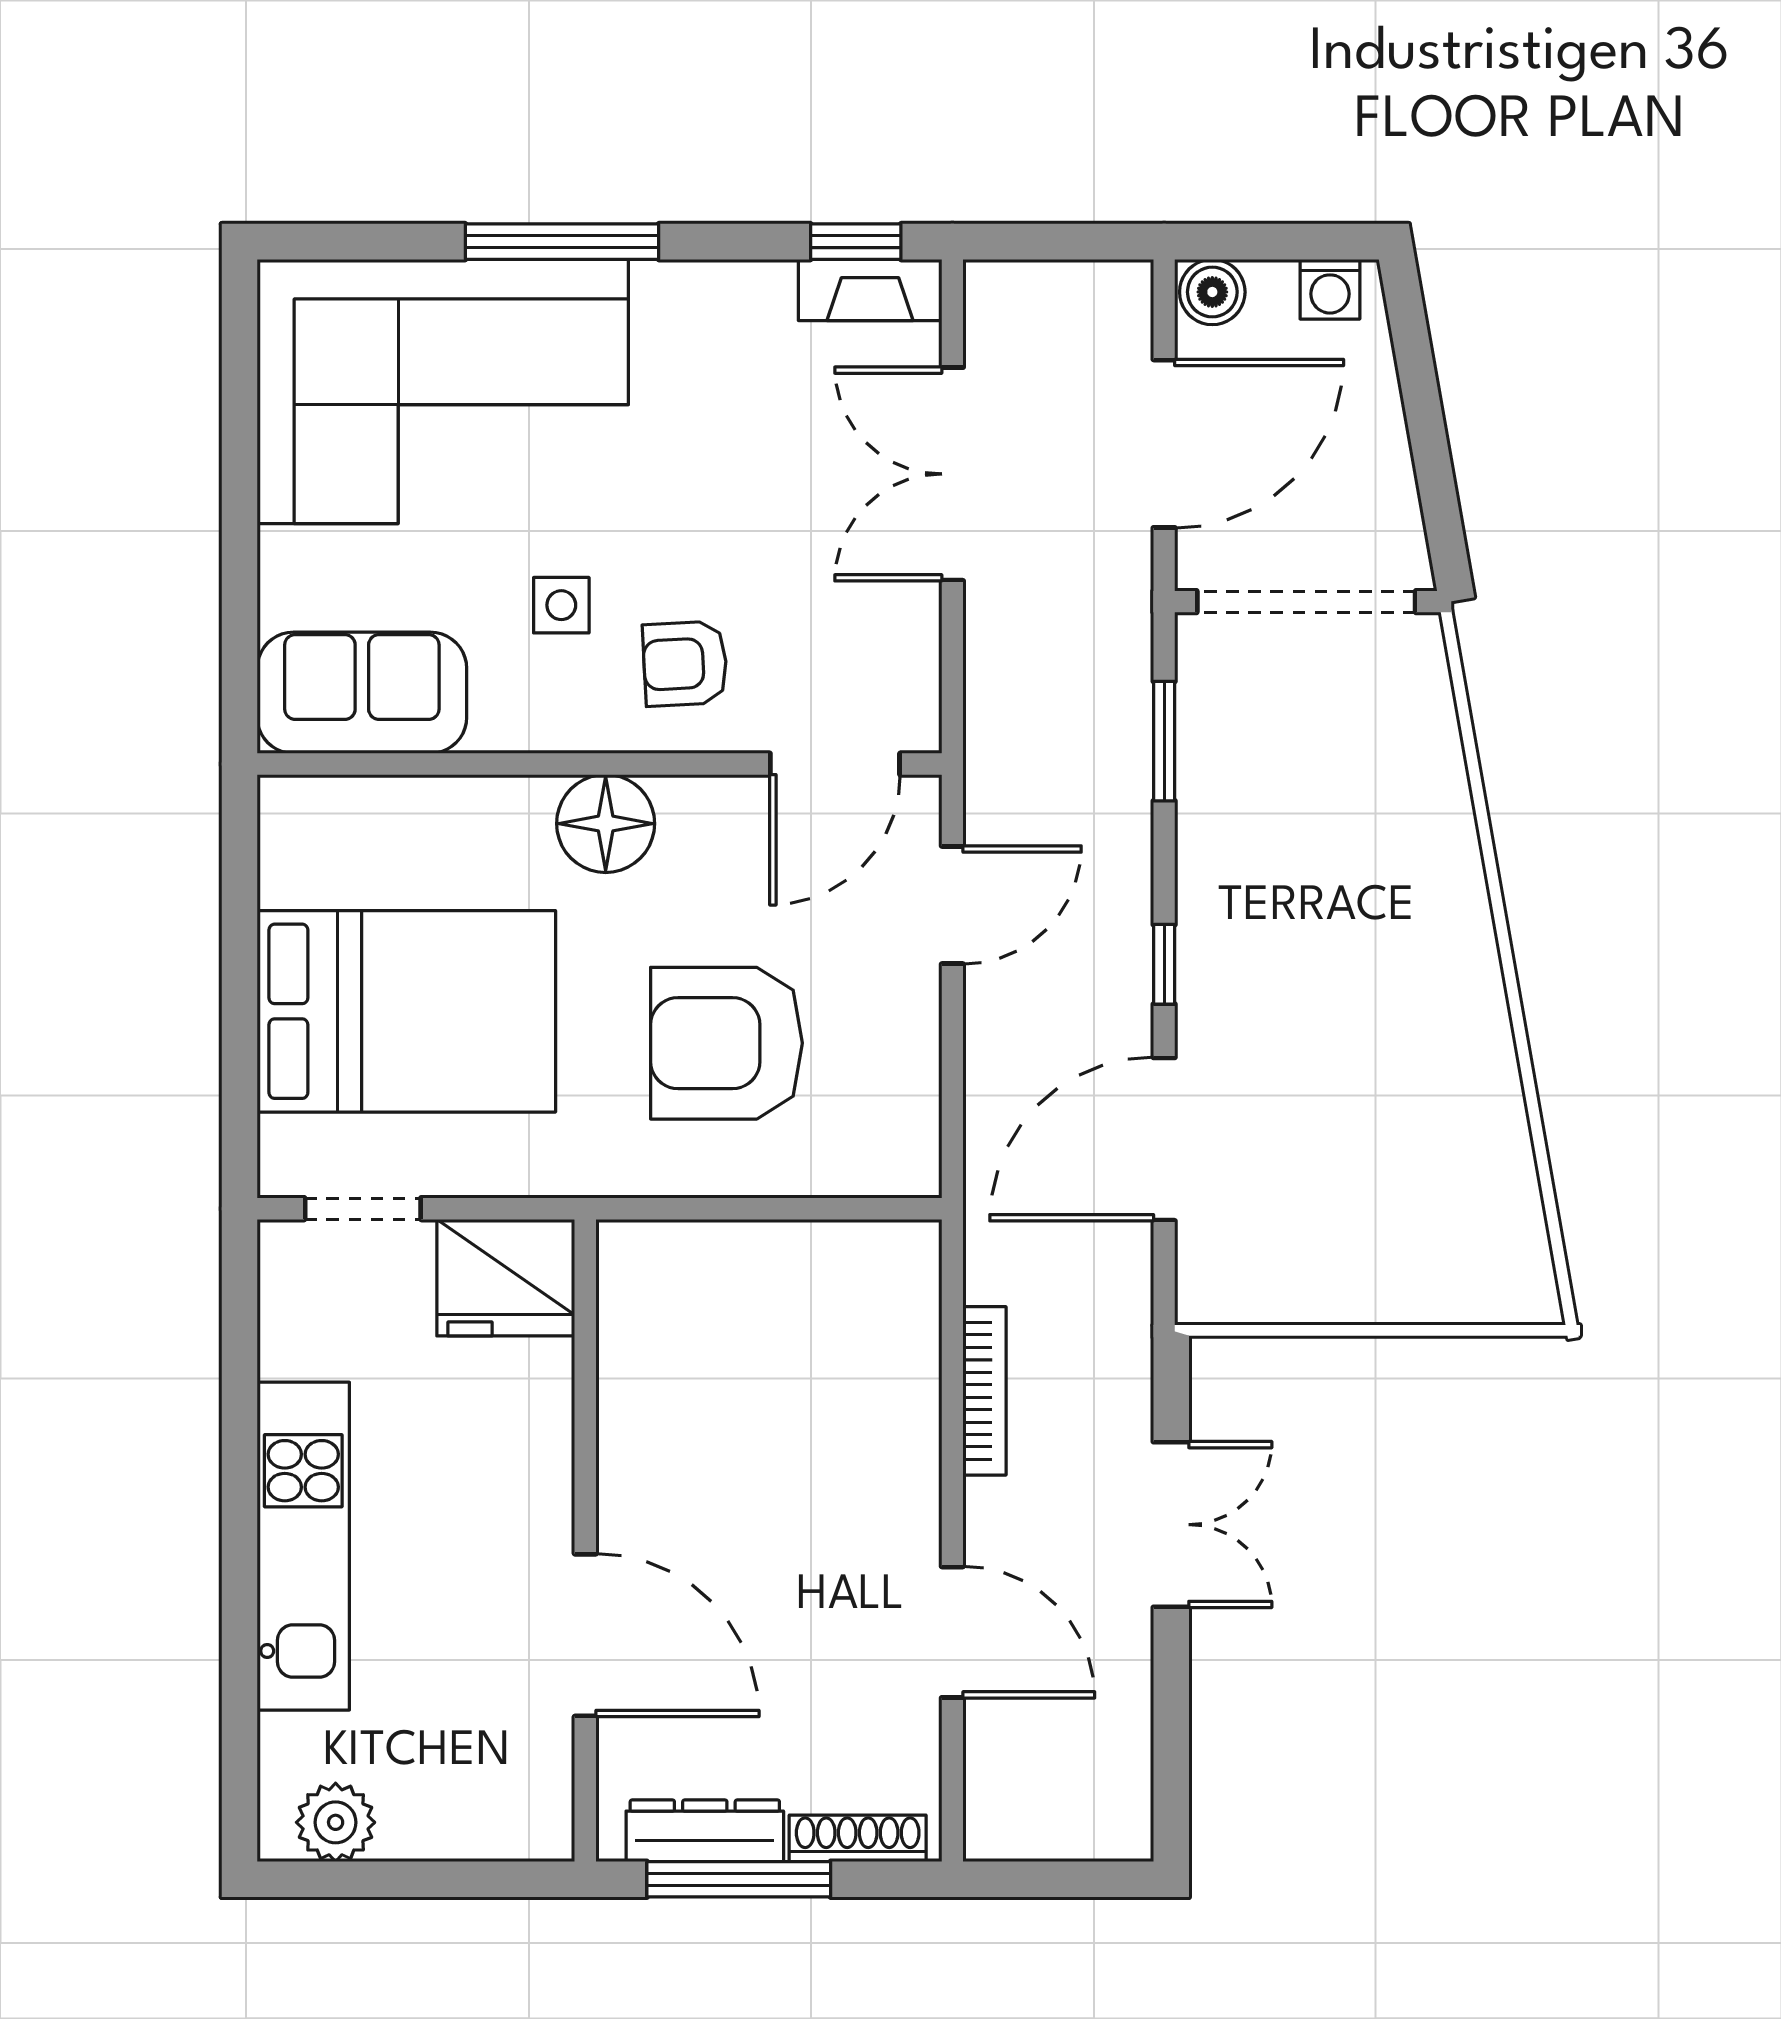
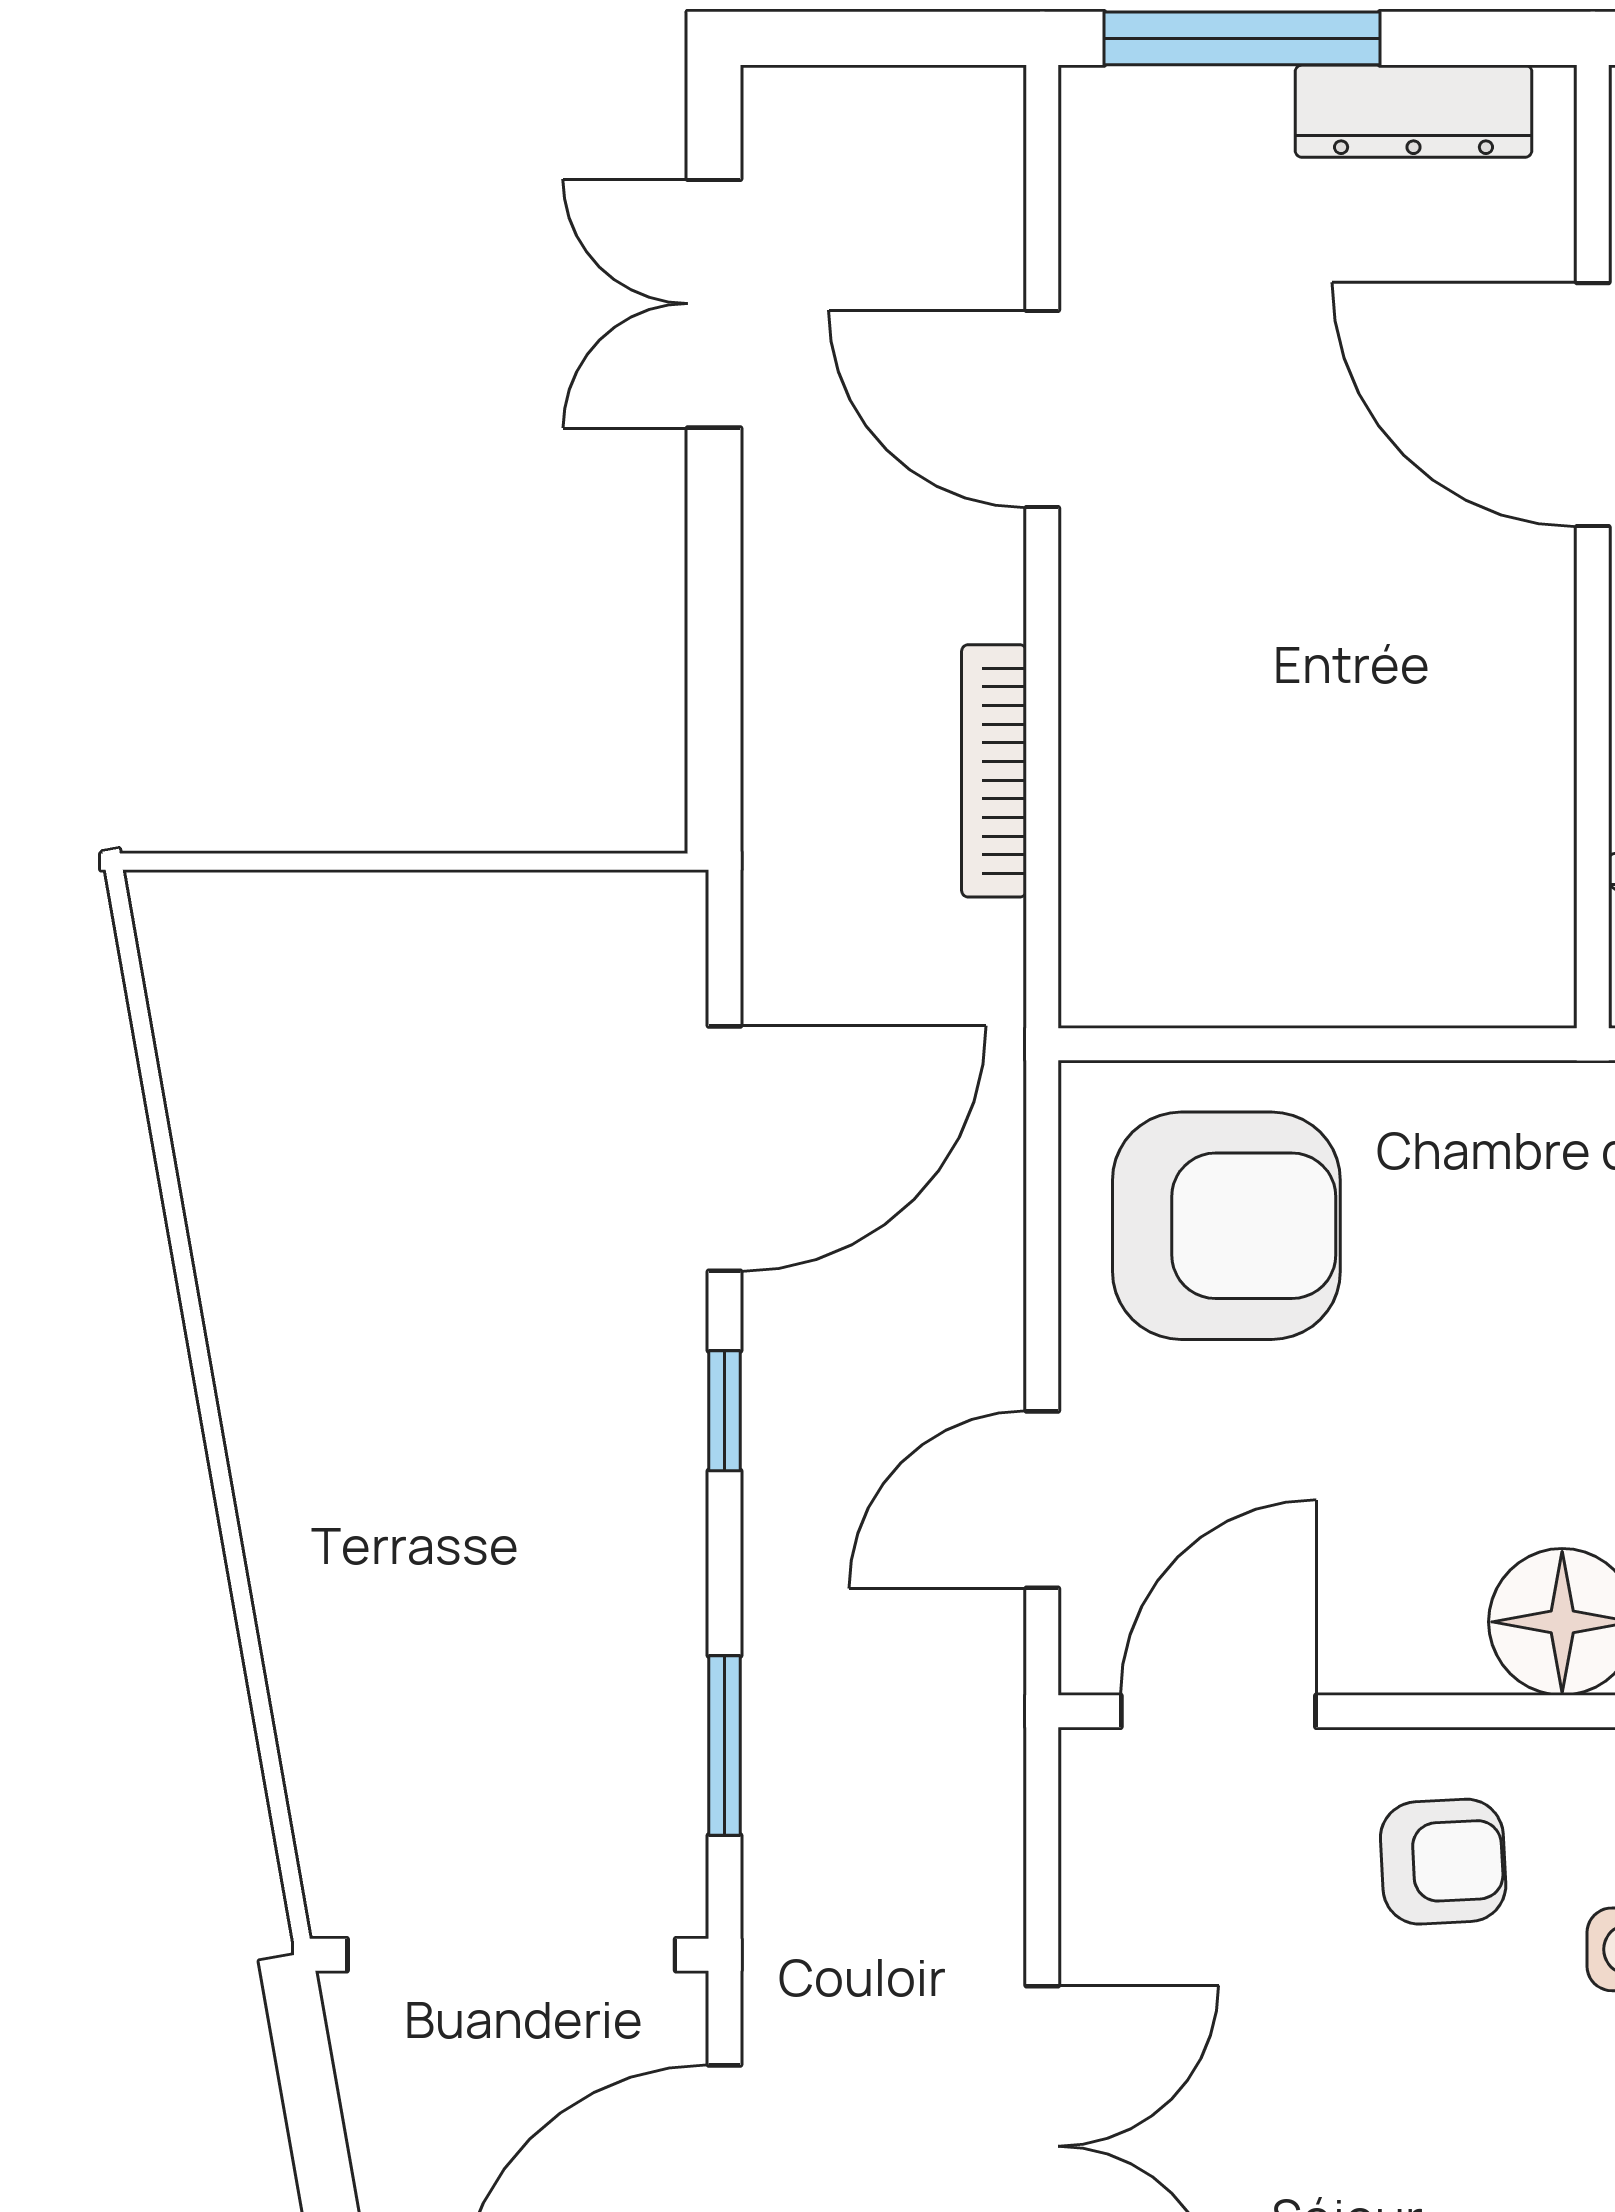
armchair: (726, 1043) -> (1226, 1226), moved
double door: (1171, 1525) -> (714, 304), moved
shoe rack: (858, 1838) -> (1184, 100), removed
window: (739, 1879) -> (1242, 38), moved

